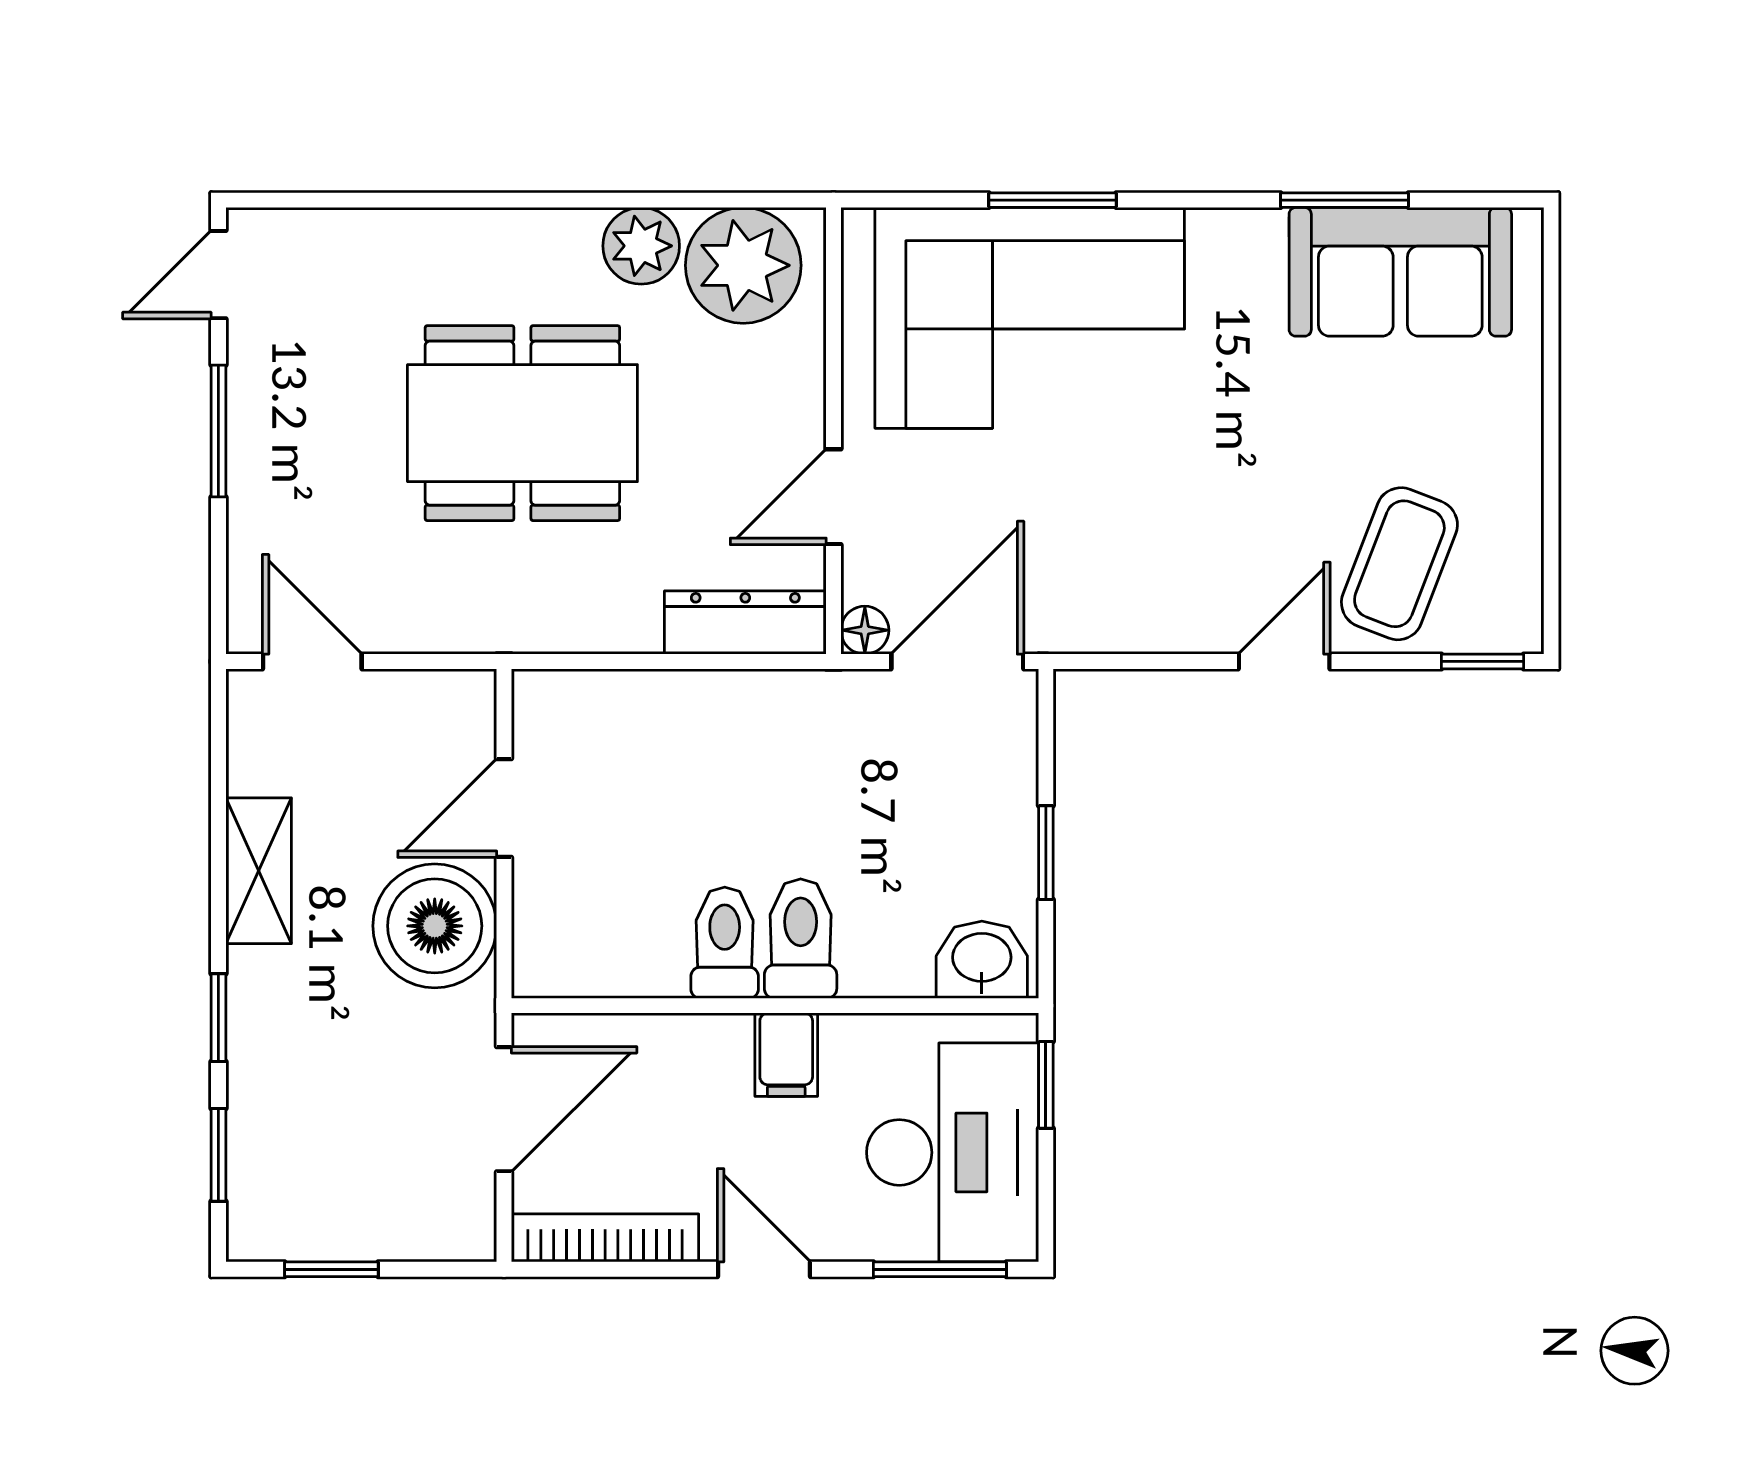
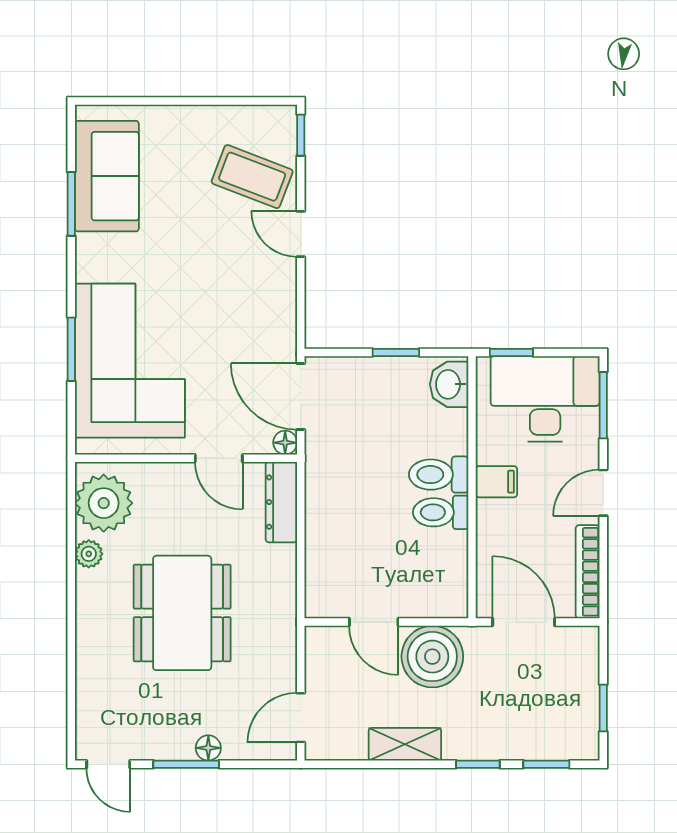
plant: (641, 246) -> (89, 554), width x0.73, depth x0.73
floor lamp: (251, 476) -> (208, 748), added

